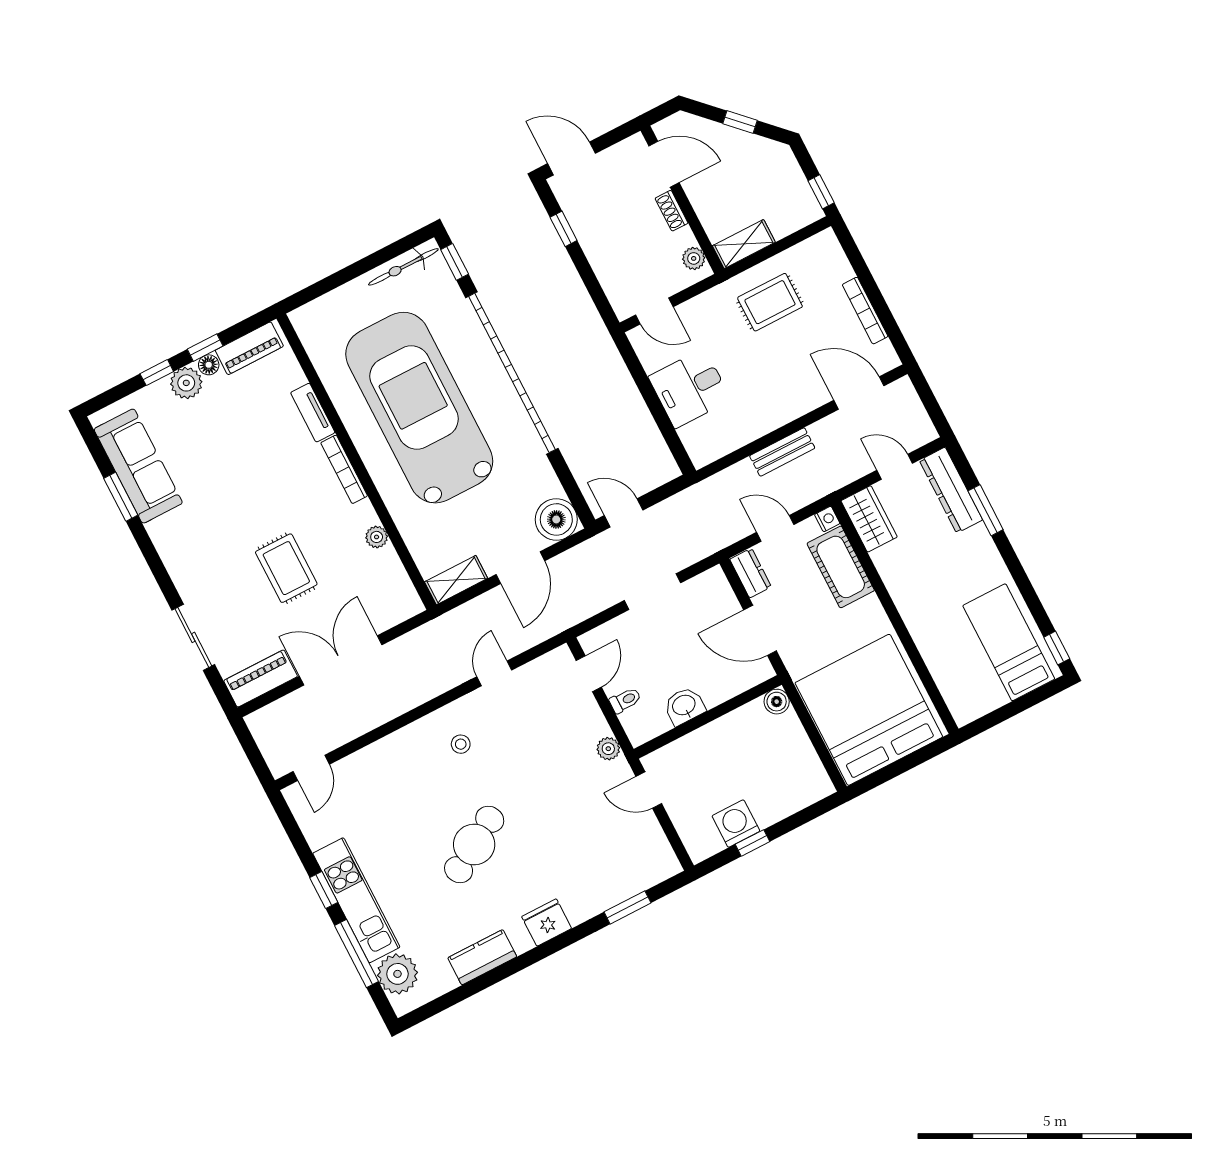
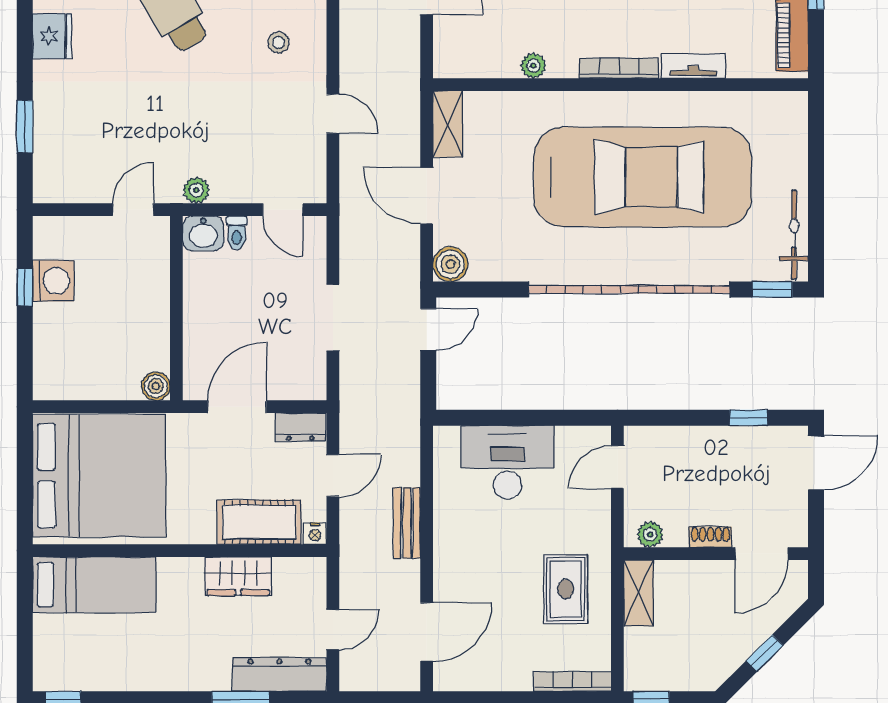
bookcase: (865, 311) -> (573, 681), moved
desk: (690, 388) -> (508, 462), width x1.37
boiler: (556, 519) -> (450, 264), width x0.73, depth x0.73
wardrobe: (869, 519) -> (238, 576), moved
bed: (1009, 642) -> (94, 585), moved
washbasin: (684, 706) -> (203, 233), moved, turned 90

